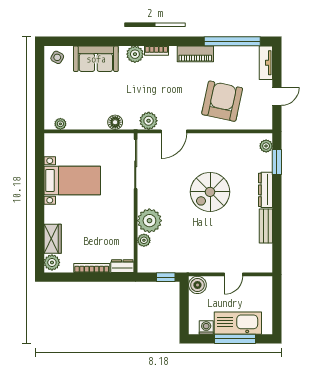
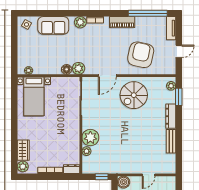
plant: (149, 121) -> (79, 68), moved
bed with nightstands: (72, 180) -> (34, 96), moved, turned 90
spiral stairs: (210, 192) -> (134, 95), moved

